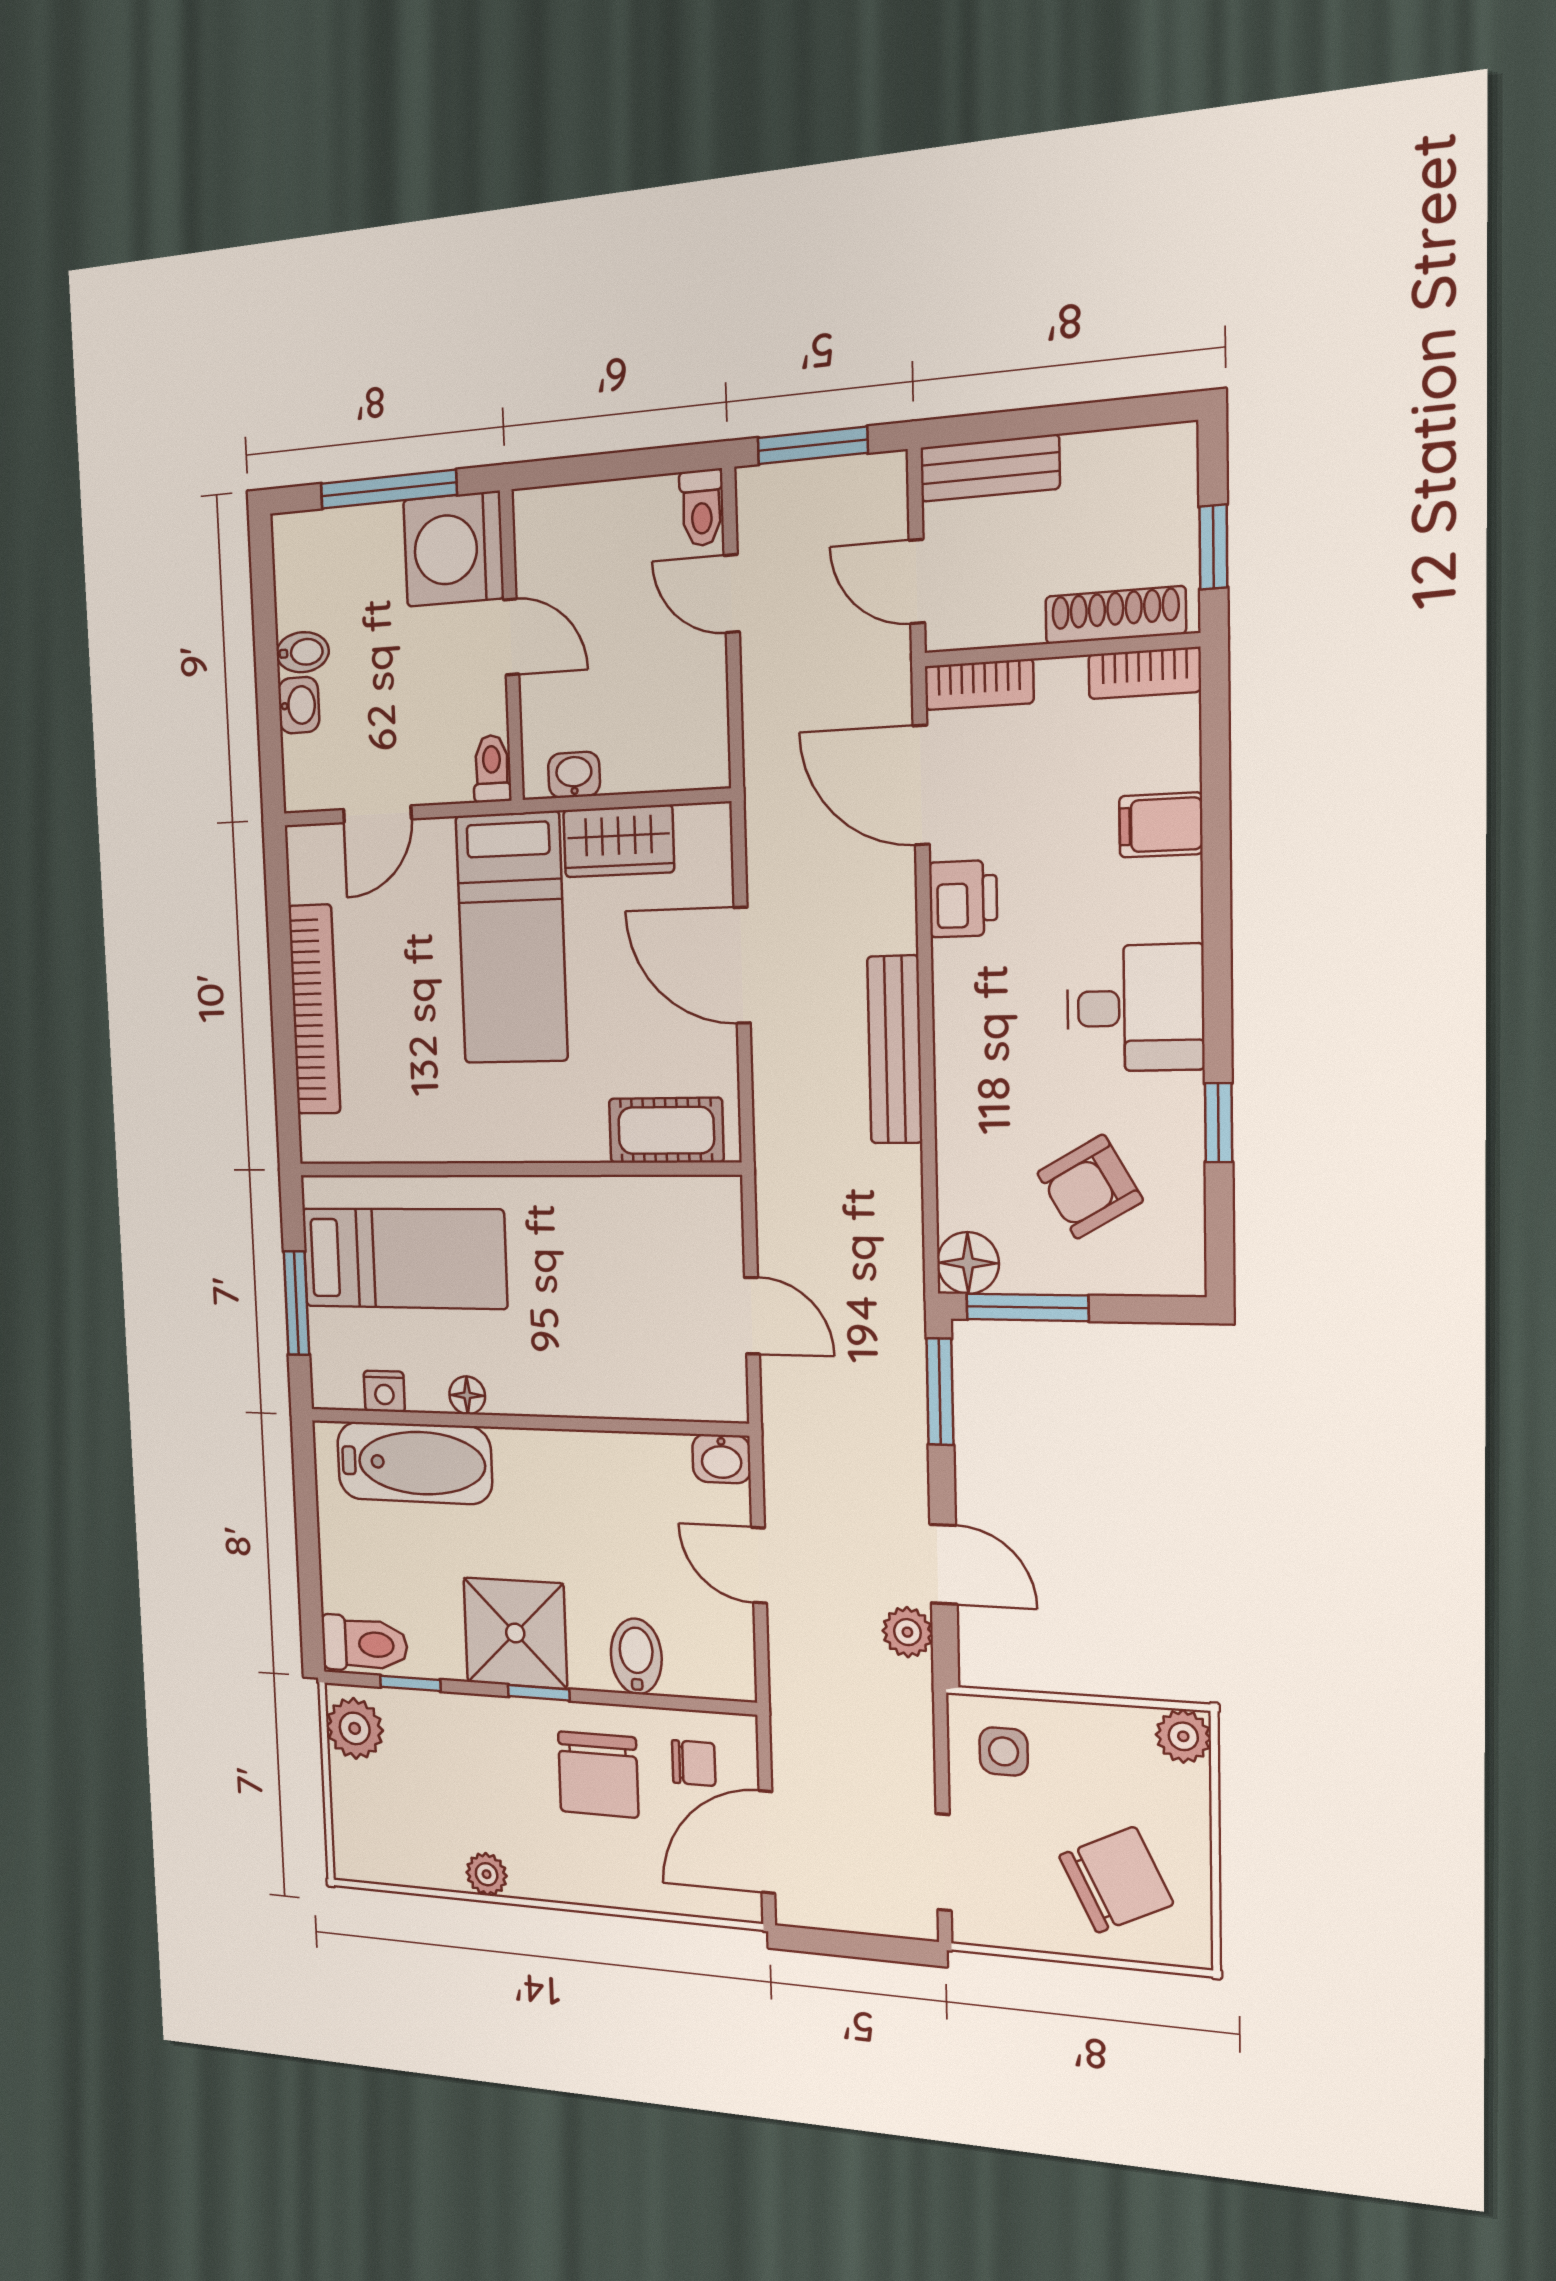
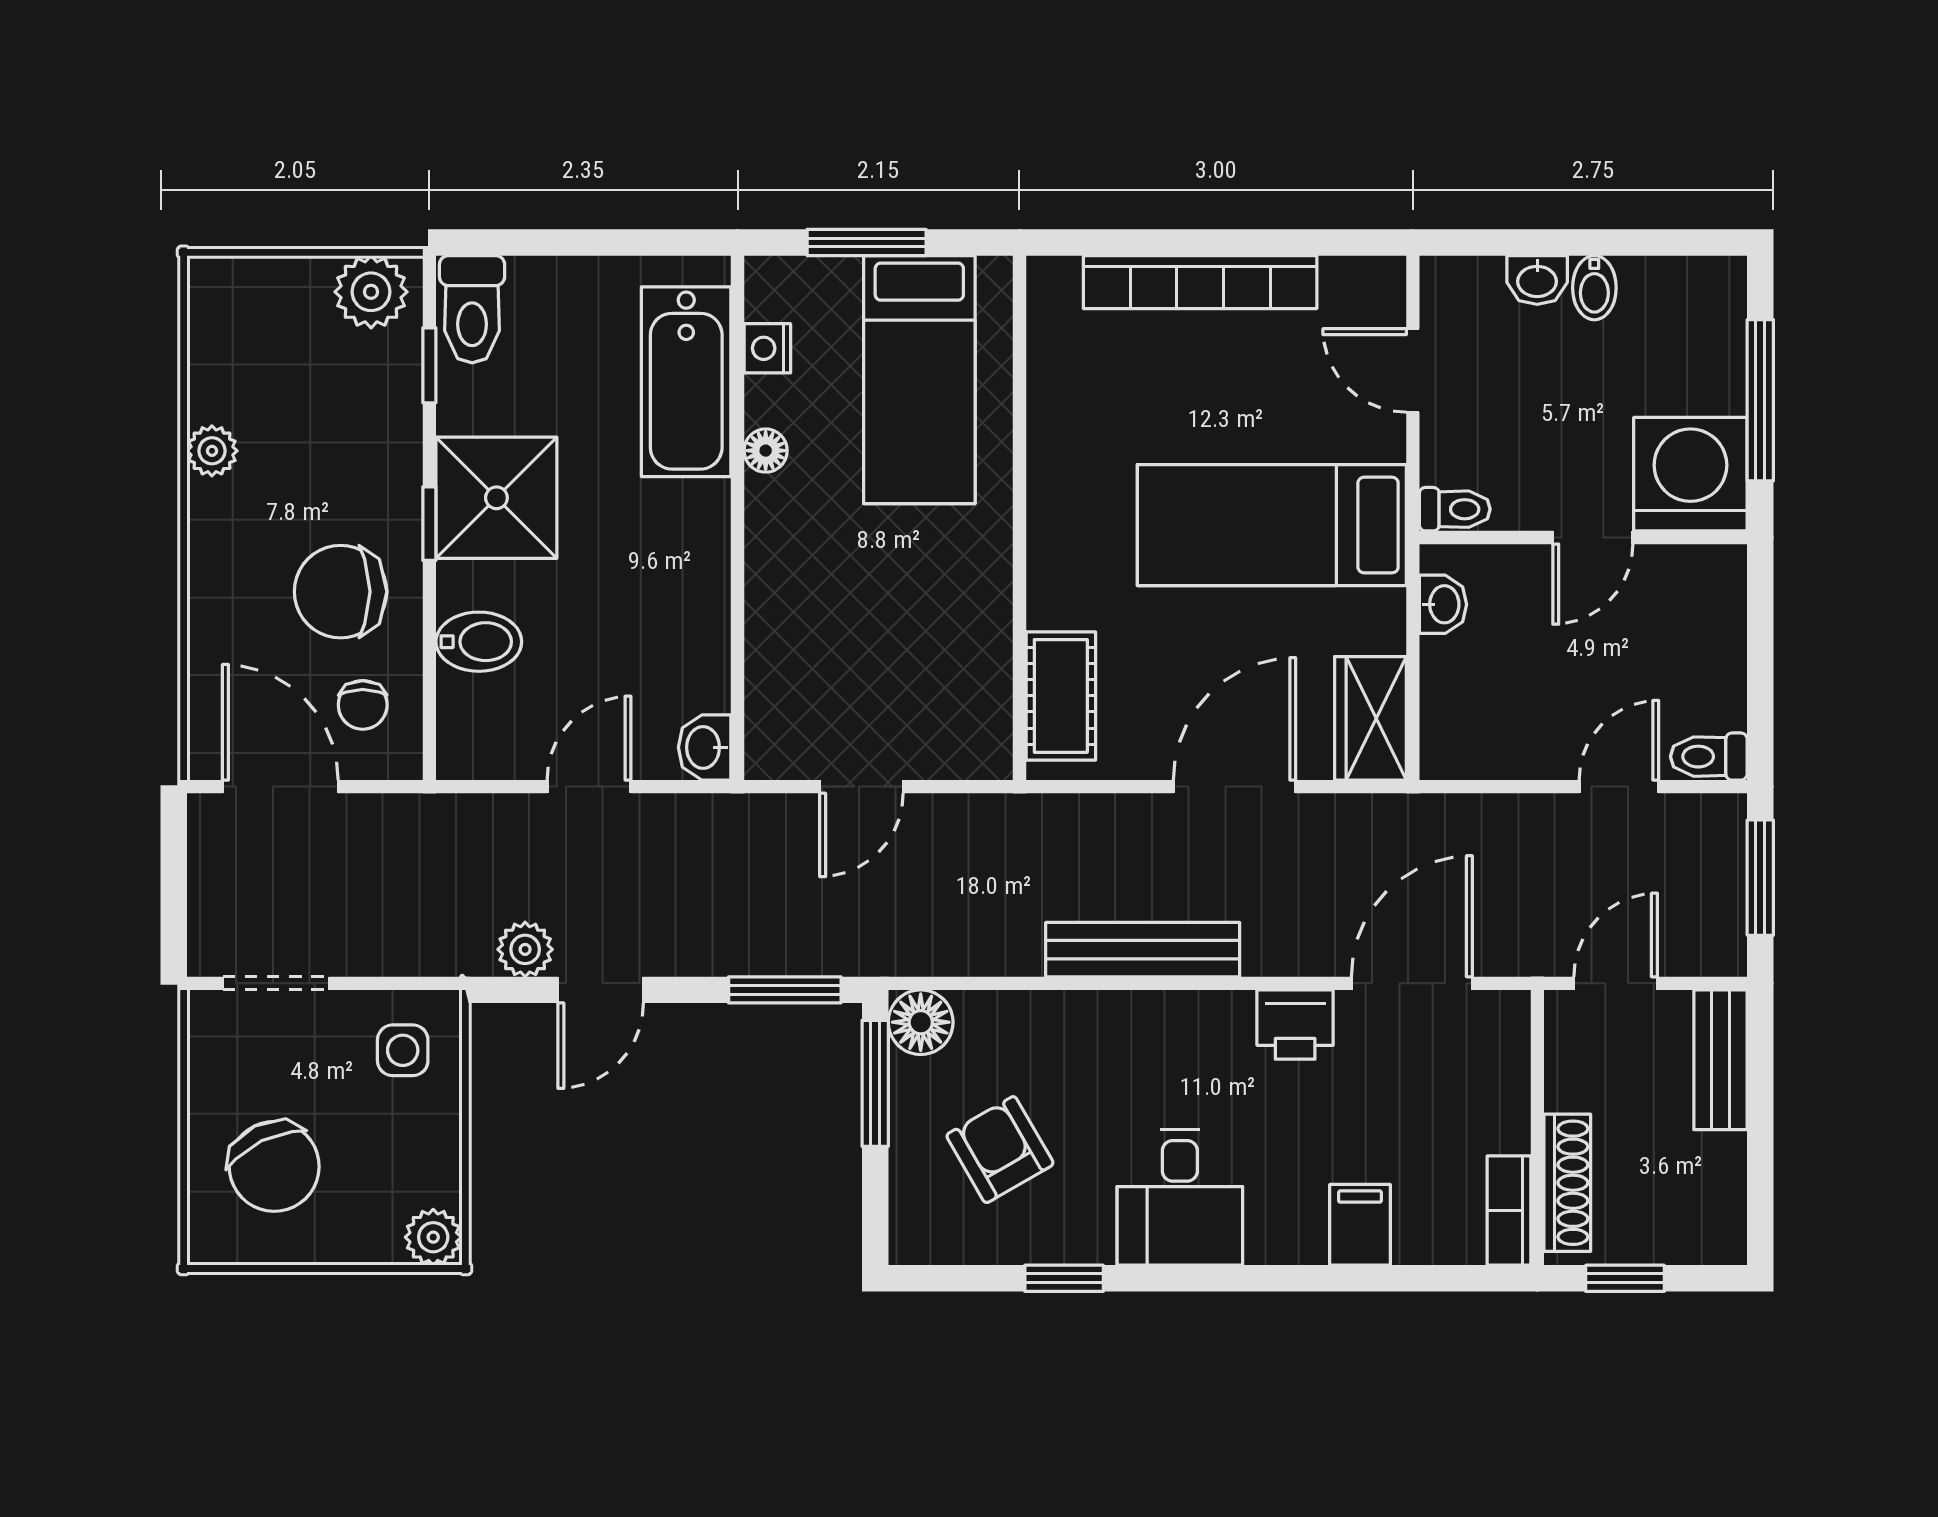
bookcase: (979, 685) -> (1509, 1045), removed
wardrobe: (619, 841) -> (1370, 718), moved

